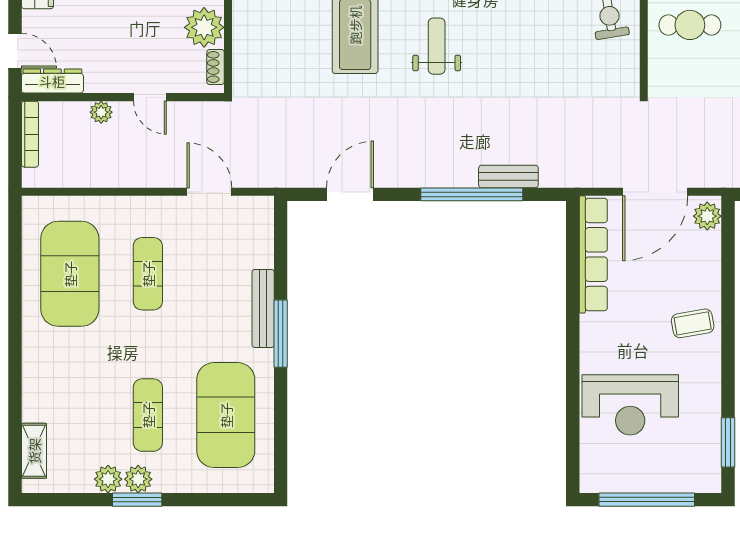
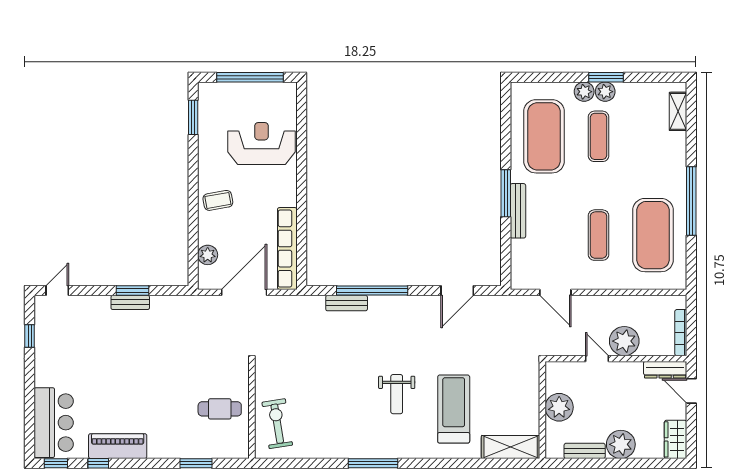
shoe rack: (216, 67) -> (551, 380), removed
plant: (101, 112) -> (624, 341), width x1.87, depth x1.87
plant: (707, 216) -> (208, 255), moved
window: (15, 322) -> (691, 201), added
plant: (108, 479) -> (584, 92), moved

